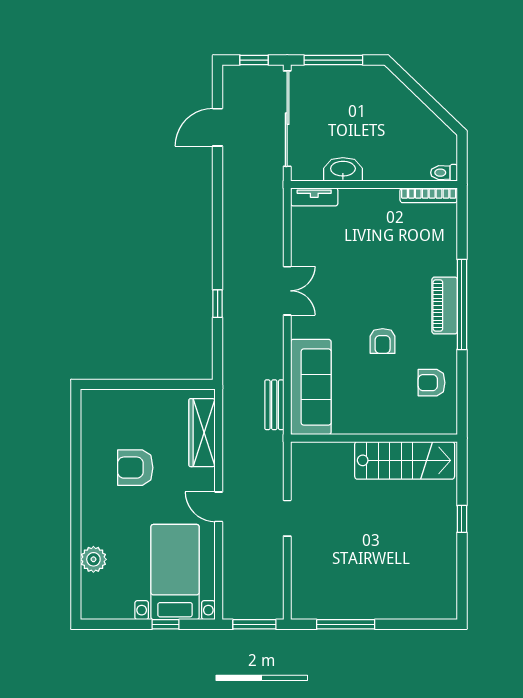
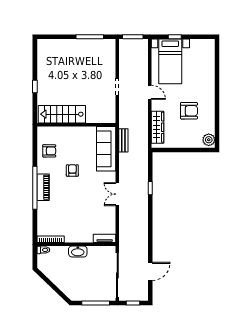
washbasin: (343, 169) -> (78, 251), moved
plant: (93, 559) -> (209, 140), moved

